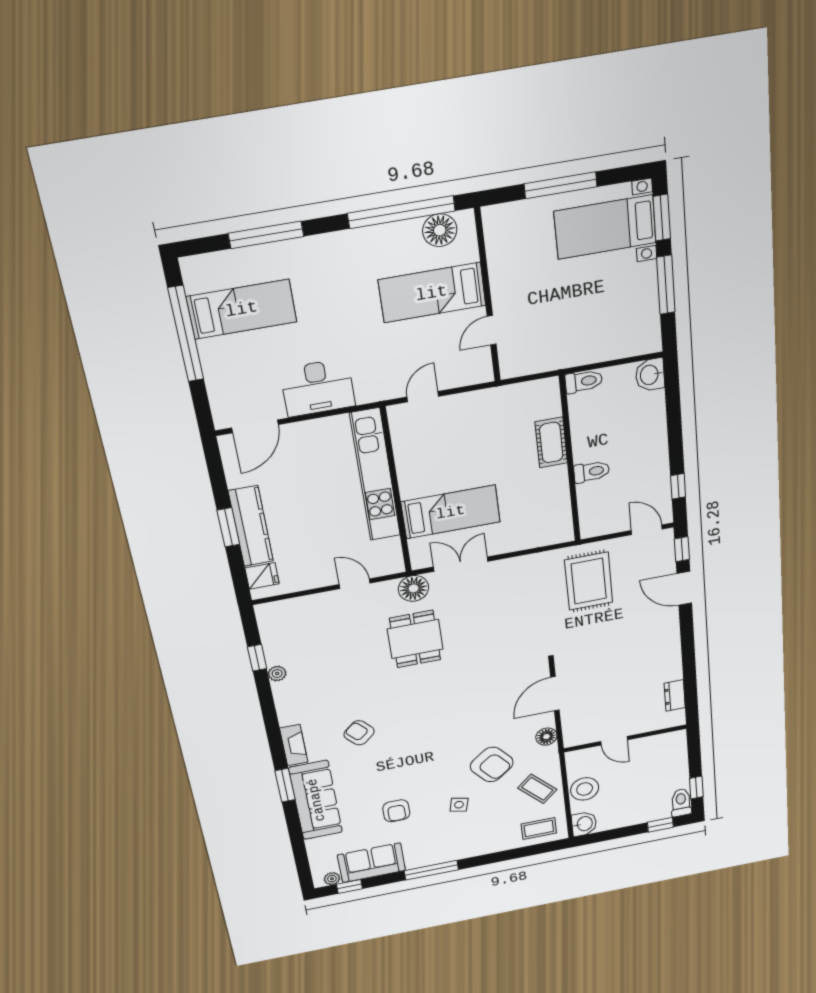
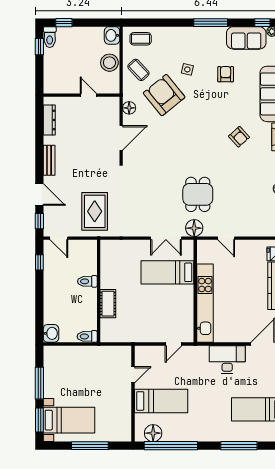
bench: (671, 640) -> (49, 160), added
dresser: (675, 695) -> (49, 120), width x1.44
armchair: (492, 764) -> (164, 95), width x1.36, depth x1.36

